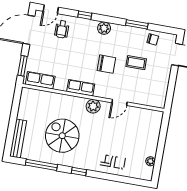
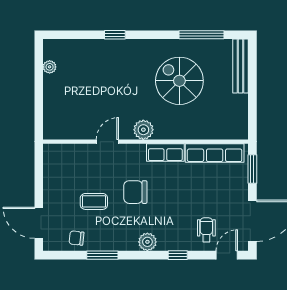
row of seats: (40, 80) -> (215, 153), width x1.48
spiral stairs: (62, 136) -> (179, 81), turned 180
window: (79, 171) -> (115, 35), moved

